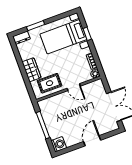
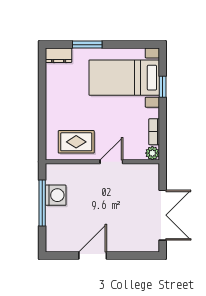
wardrobe: (32, 70) -> (56, 111), removed
door: (74, 87) -> (111, 162), swing flipped
door: (92, 141) -> (93, 256), moved
washing machine: (59, 144) -> (56, 195), moved

